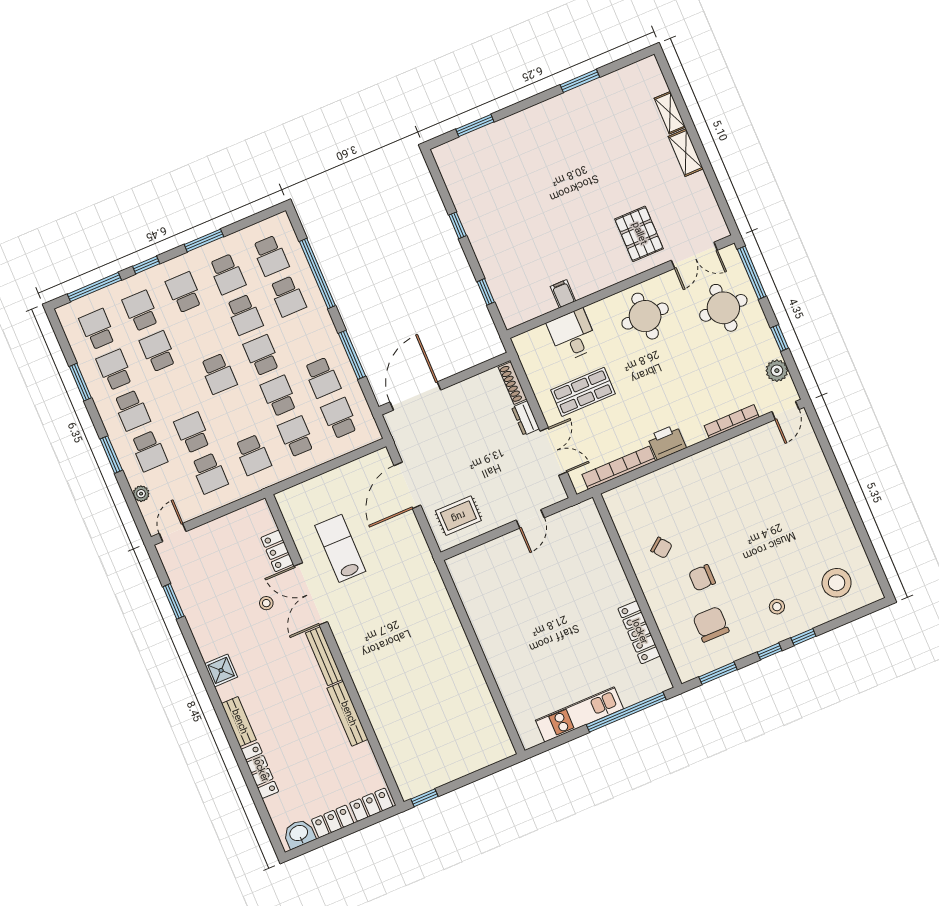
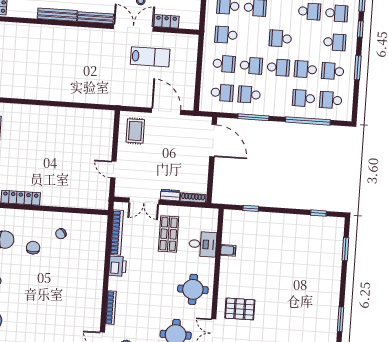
window: (458, 225) -> (318, 213), moved

